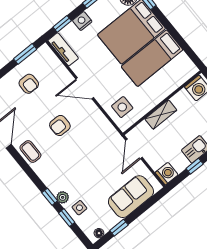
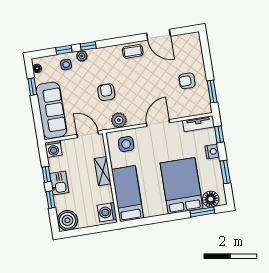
bed: (152, 58) -> (127, 194), moved
armchair: (60, 125) -> (106, 92), moved
plant: (103, 127) -> (119, 120), added
sofa: (131, 197) -> (51, 110), width x1.36

